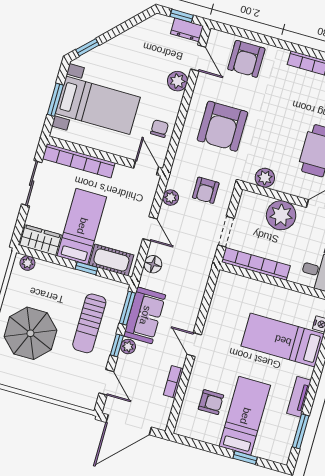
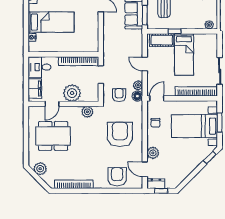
door: (146, 168) -> (157, 98), swing flipped
wardrobe: (41, 240) -> (205, 40), removed
floor lamp: (153, 264) -> (137, 96), moved

